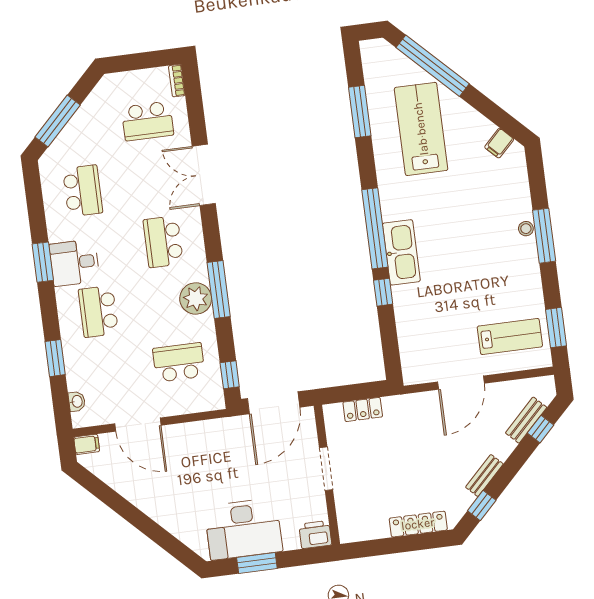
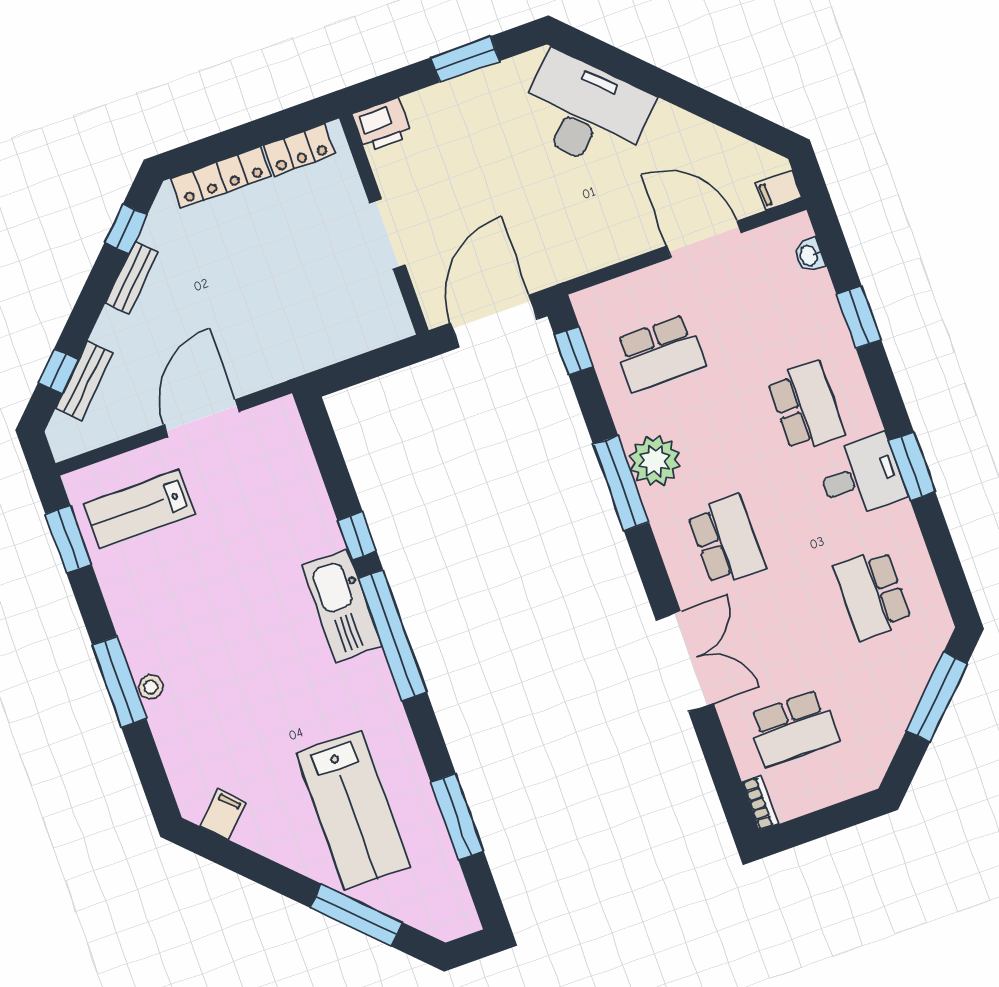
window: (433, 66) -> (356, 915), width x0.68
school desk: (148, 121) -> (793, 728), turned 180
locker: (363, 410) -> (299, 150), moved, turned 180
desk: (243, 529) -> (585, 112), moved, turned 45

